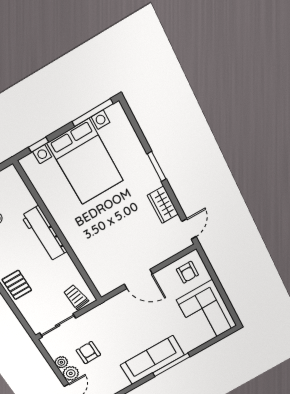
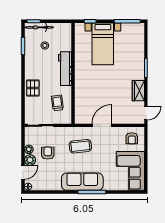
bed with nightstands: (86, 162) -> (103, 44), width x0.73
door: (138, 279) -> (102, 125), swing flipped
trolley: (76, 297) -> (57, 103), moved
coffee table: (125, 320) -> (80, 146), added

